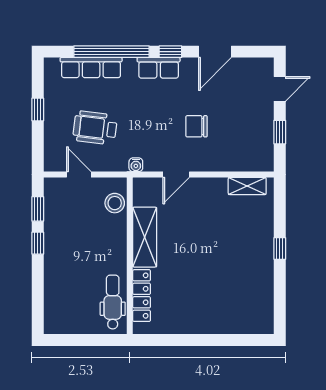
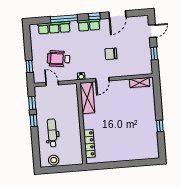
window: (112, 52) -> (64, 19), width x0.68
window: (38, 109) -> (29, 66), moved
stool: (115, 203) -> (54, 160), moved
shelving: (145, 237) -> (87, 98), moved
window: (280, 248) -> (160, 126), moved
dental chair: (113, 302) -> (52, 133), moved

